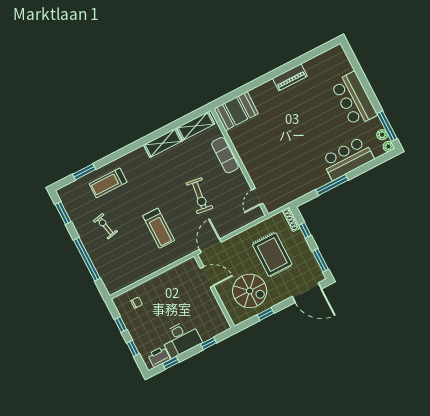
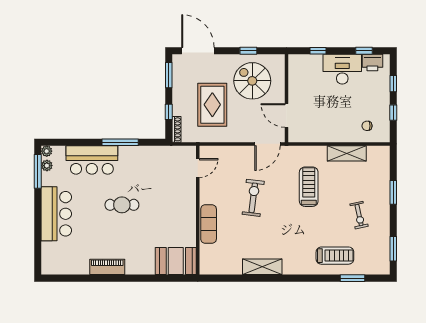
shelving: (196, 126) -> (347, 153), moved
cafe table: (304, 134) -> (122, 205), added
window: (87, 259) -> (393, 192), width x0.47

